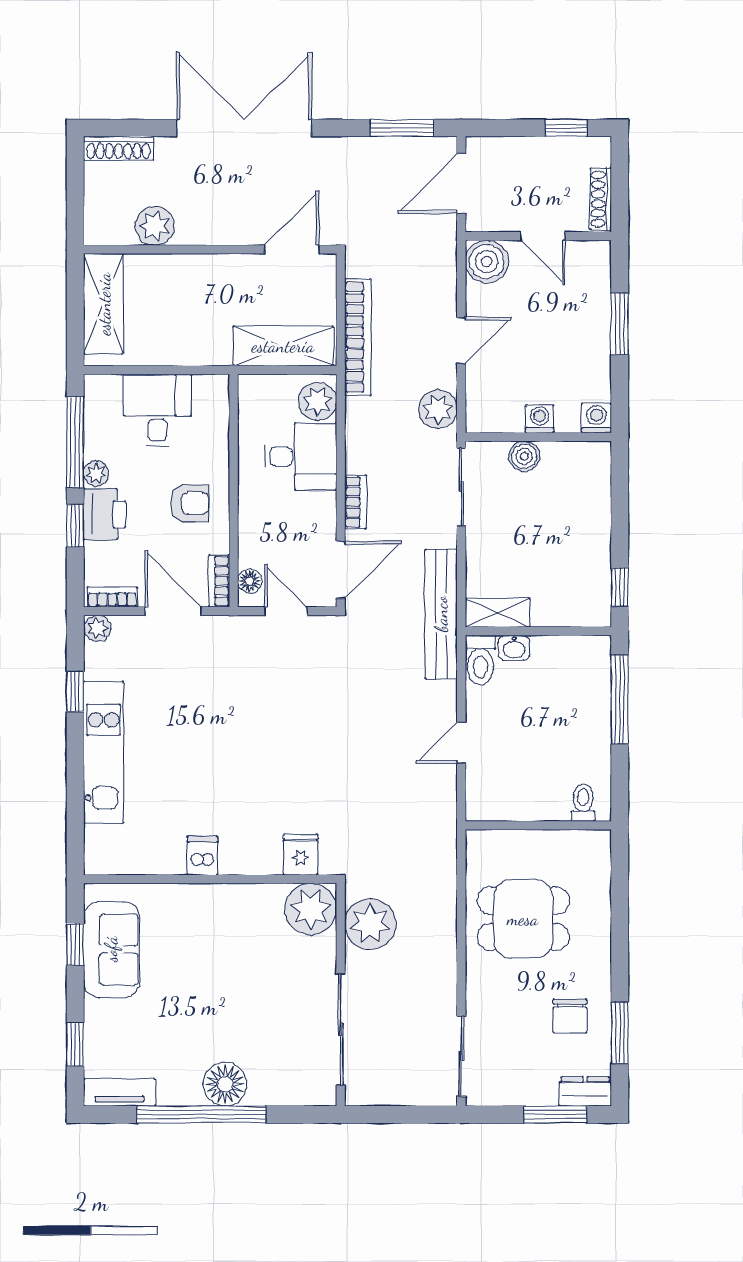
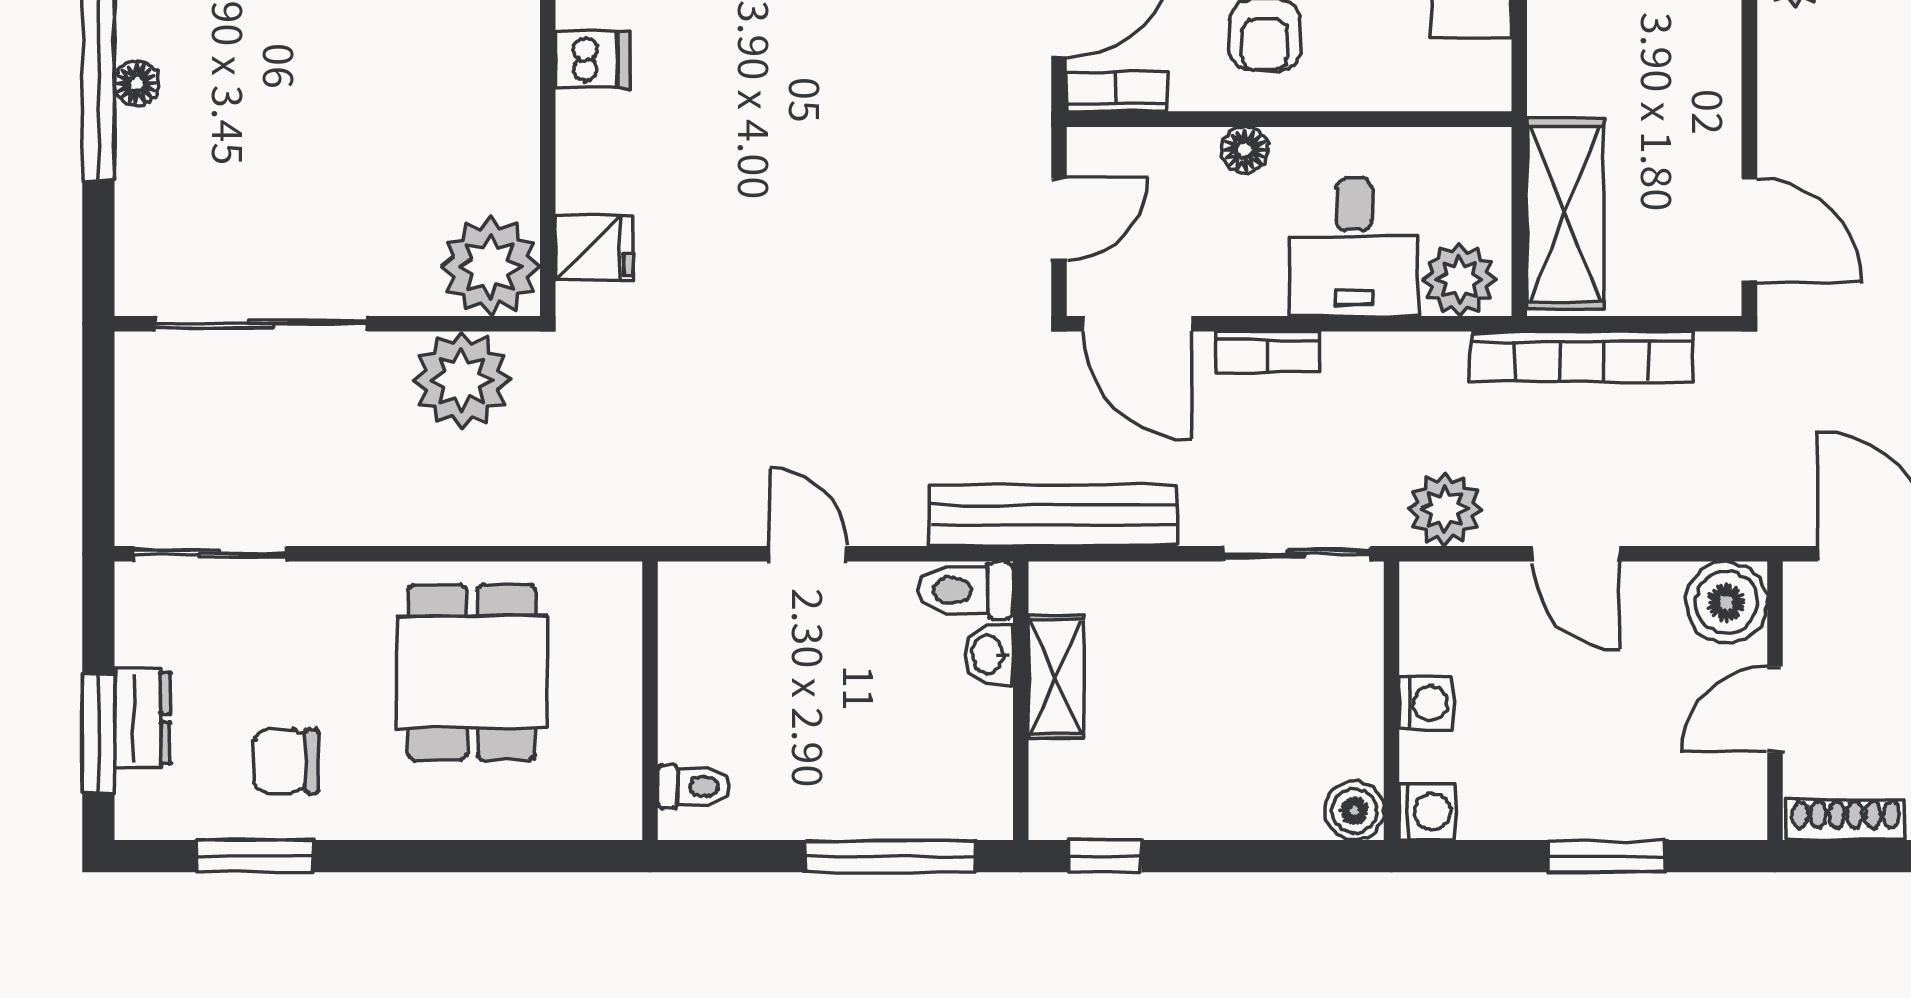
boiler: (524, 456) -> (1354, 811), moved
floor lamp: (250, 581) -> (1245, 150), moved
shelving: (497, 613) -> (1056, 677), moved
floor lamp: (225, 1084) -> (136, 83), width x0.53, depth x0.53
dresser: (585, 1091) -> (142, 718), moved

